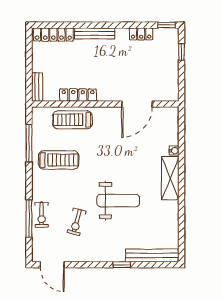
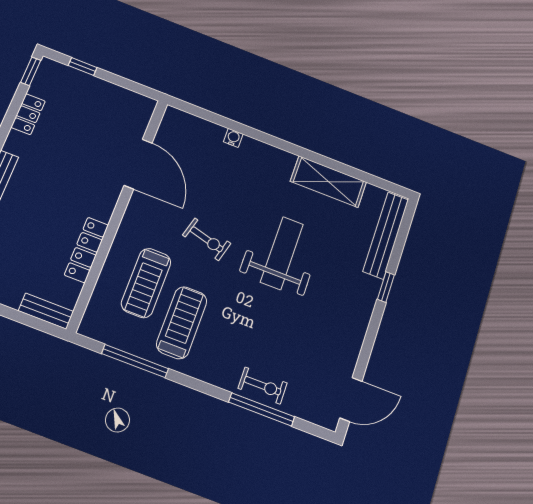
treadmill: (72, 120) -> (146, 283), moved
shelving: (170, 178) -> (328, 182), moved
exercise bike: (77, 222) -> (207, 239), moved

